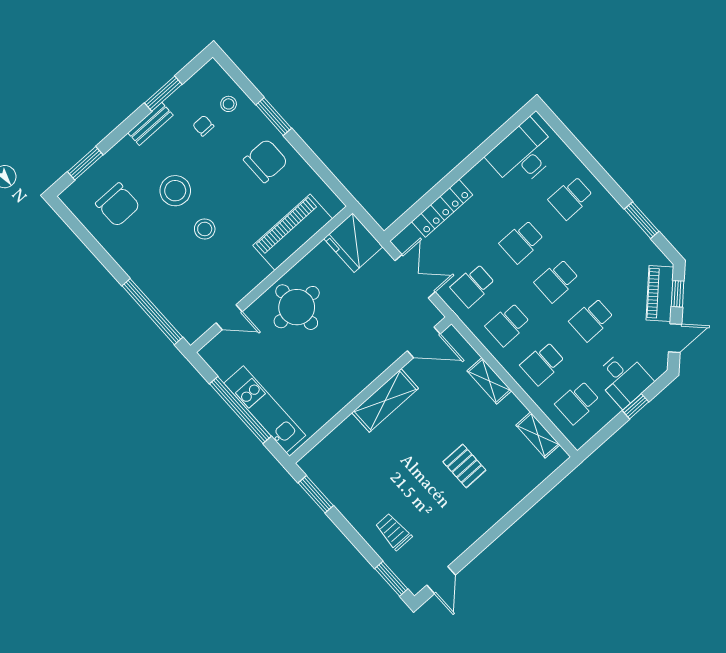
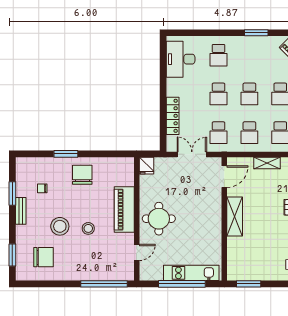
stool: (229, 104) -> (43, 169), removed
piano: (293, 232) -> (124, 210), moved
fridge: (353, 243) -> (146, 166), width x0.53, depth x0.75

